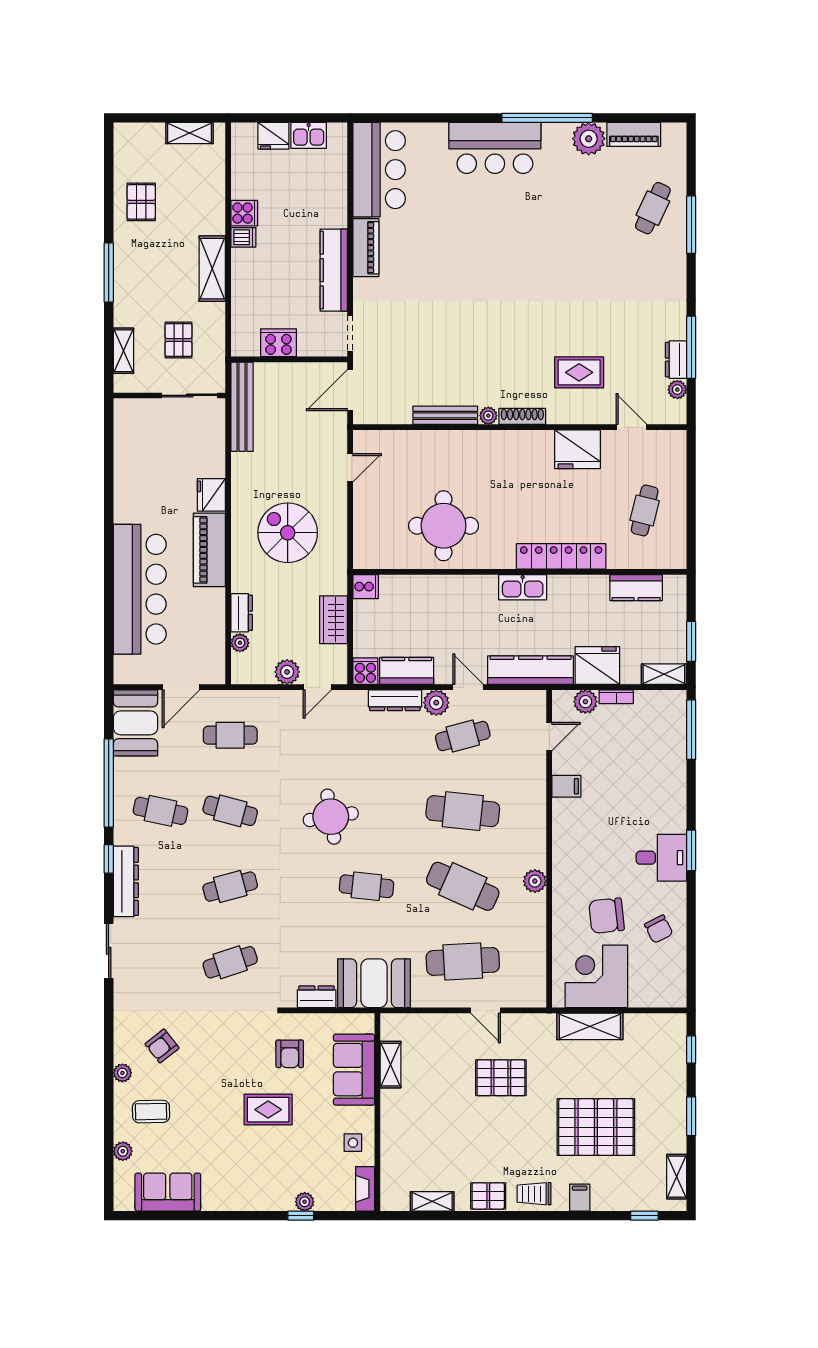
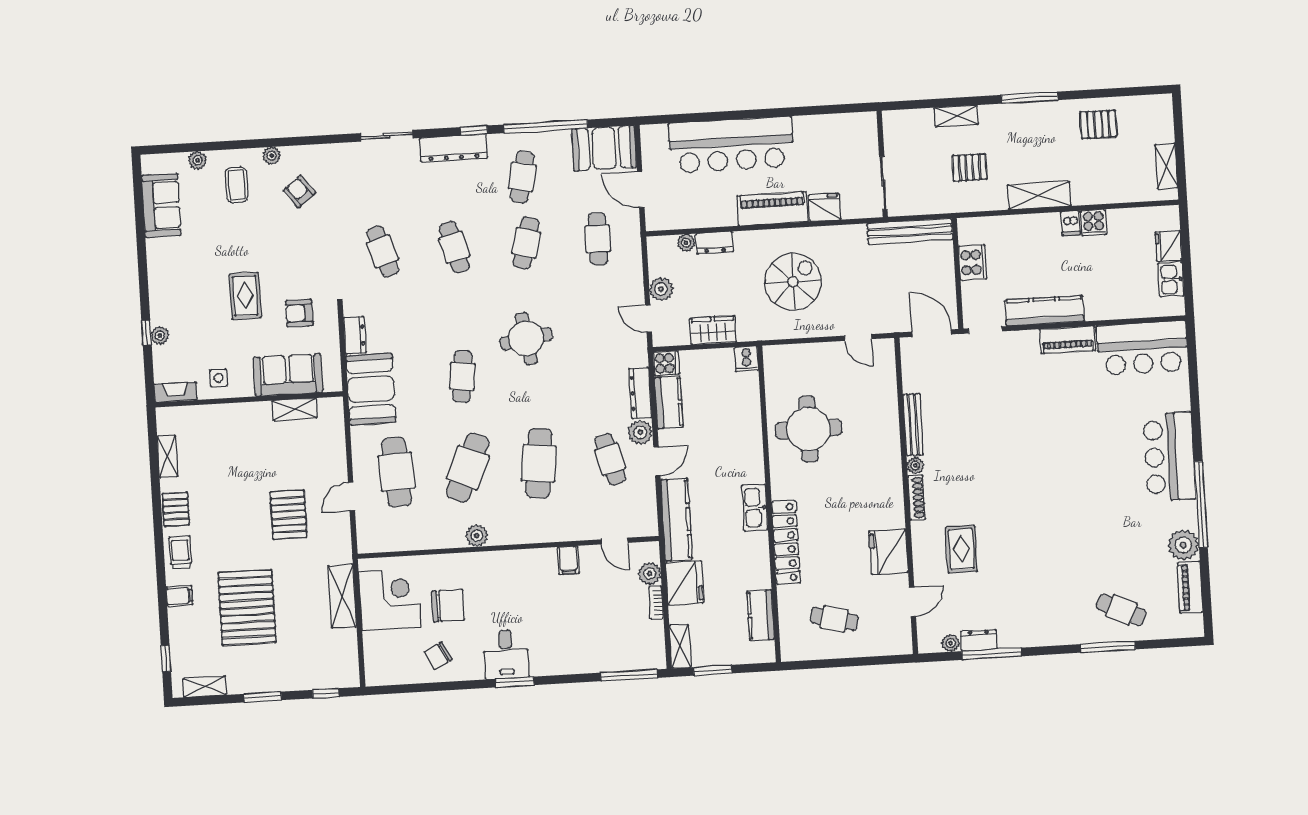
wall: (169, 395) -> (882, 164), moved
sliding door: (190, 395) -> (883, 183), moved
chair: (606, 916) -> (448, 606), turned 96

